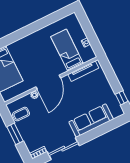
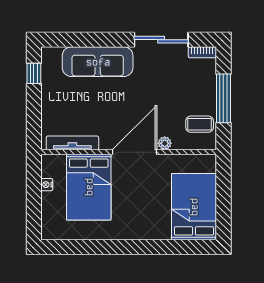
bed: (67, 50) -> (89, 187), width x1.50
window: (15, 134) -> (223, 98), width x1.44

